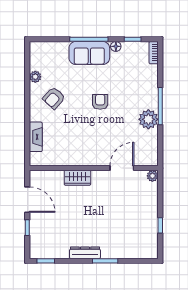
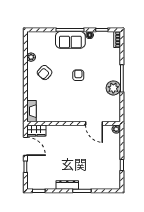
fireplace: (36, 137) -> (31, 111), moved
door: (122, 168) -> (94, 123), swing flipped
wardrobe: (77, 178) -> (36, 130), moved

